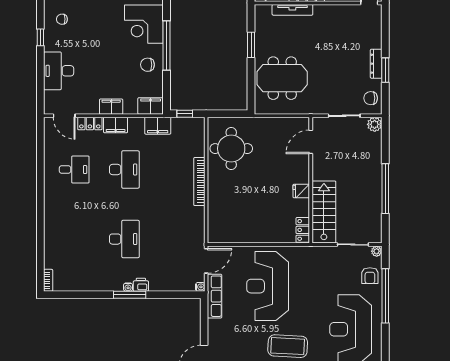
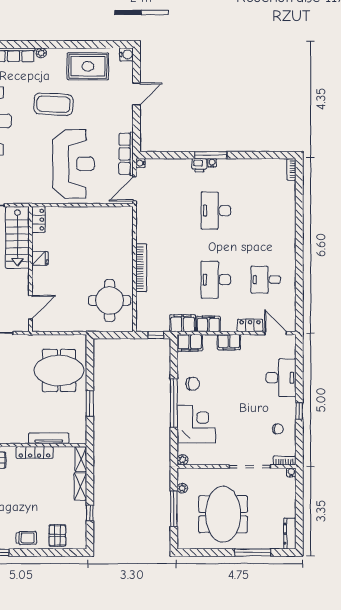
filing cabinet: (116, 125) -> (208, 324), moved

